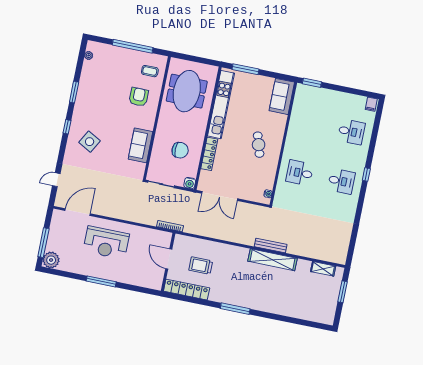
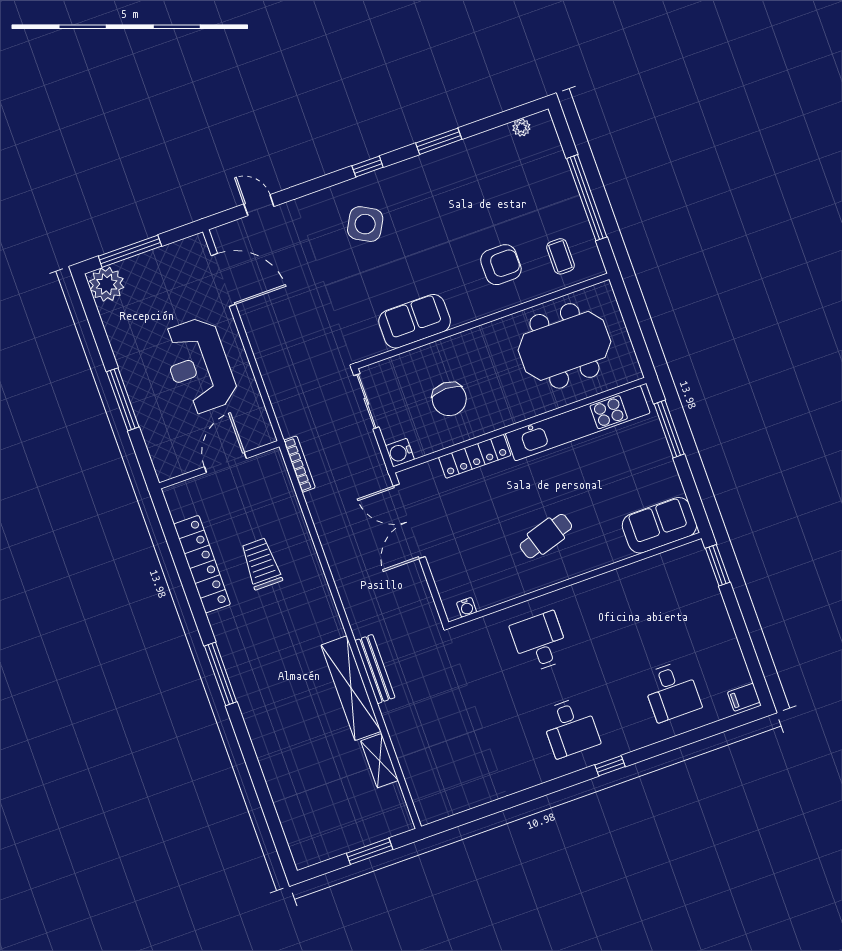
door: (169, 259) -> (225, 463), moved
wall: (168, 262) -> (219, 465), moved
shelving: (323, 269) -> (380, 761), moved

